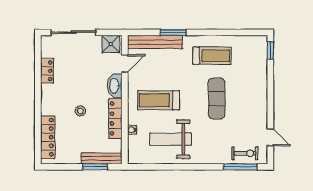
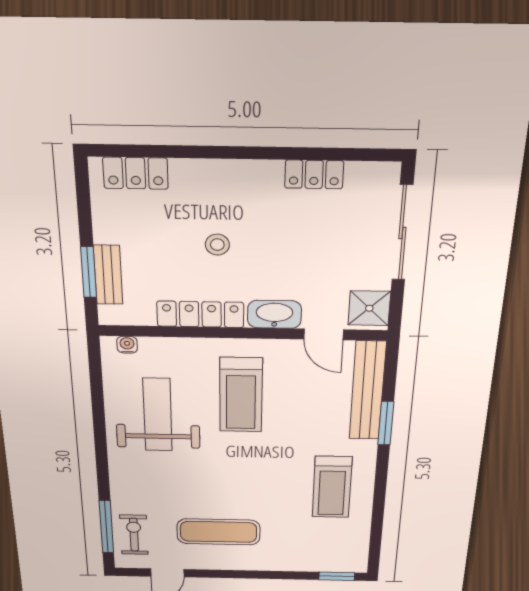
exercise mat: (217, 98) -> (218, 532), moved
treadmill: (159, 100) -> (241, 395), turned 180
water cooler: (132, 130) -> (127, 345), moved
locker: (48, 137) -> (136, 173), width x0.66
exercise bike: (245, 153) -> (134, 535), turned 180
bench: (101, 158) -> (108, 275), width x0.73

